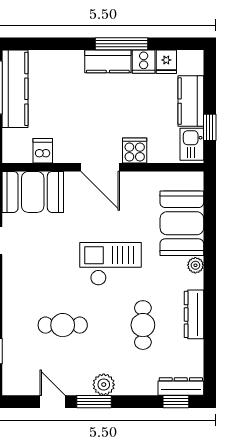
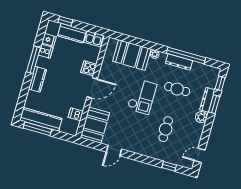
kitchen counter: (108, 61) -> (37, 79), moved
window: (210, 127) -> (65, 21), moved
checkout: (111, 264) -> (142, 97), turned 180
window: (210, 324) -> (186, 55), added
dresser: (181, 387) -> (207, 100), moved
door: (53, 402) -> (200, 155), moved
window: (94, 402) -> (214, 104), moved

